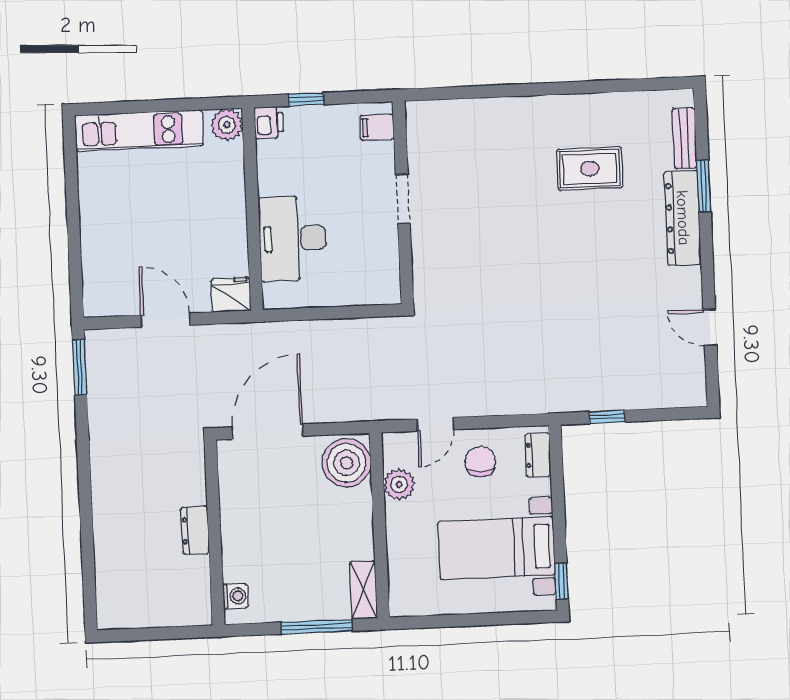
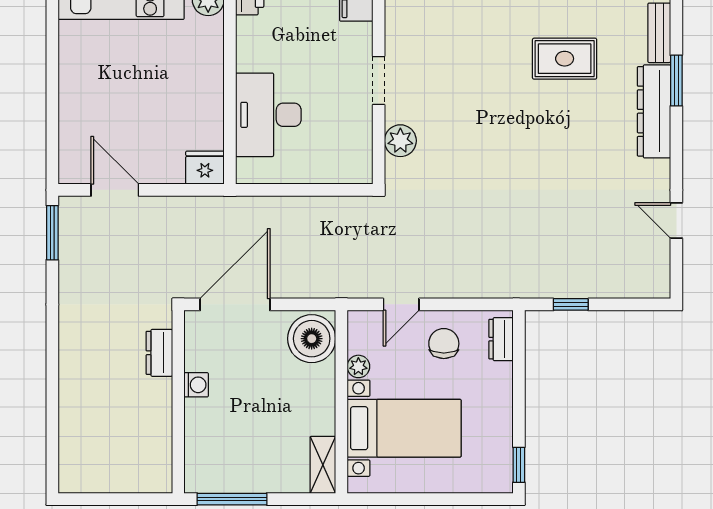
plant: (427, 259) -> (400, 141), added
door: (166, 320) -> (115, 190), moved
plant: (399, 484) -> (358, 366), width x0.73, depth x0.73
dresser: (195, 530) -> (159, 353), moved
bed with nightstands: (497, 548) -> (404, 428), moved, turned 180
washing machine: (235, 596) -> (196, 385), moved
window: (317, 627) -> (232, 499), moved

